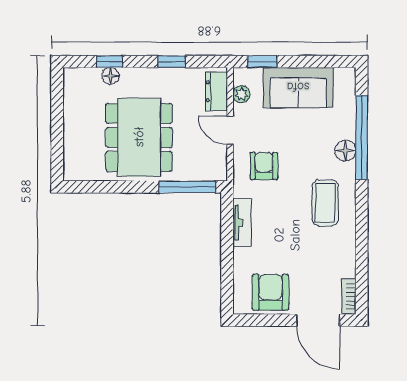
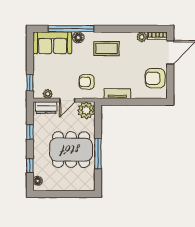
floor lamp: (110, 76) -> (38, 181), moved
sofa: (298, 87) -> (53, 43), moved, turned 90
plant: (211, 165) -> (86, 110), added
window: (187, 187) -> (98, 154), moved
plant: (347, 268) -> (142, 37), added

